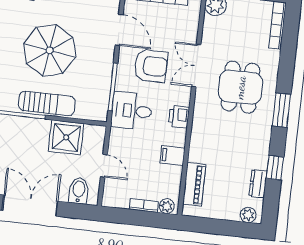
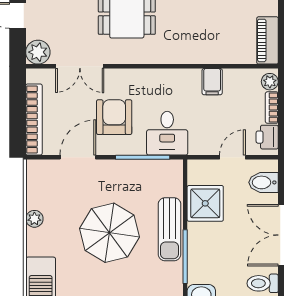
double door: (196, 66) -> (80, 66), moved
sun lounger: (47, 103) -> (170, 229), turned 180
printer: (179, 117) -> (267, 137), moved, turned 90
piano: (194, 184) -> (267, 40), moved, turned -90

